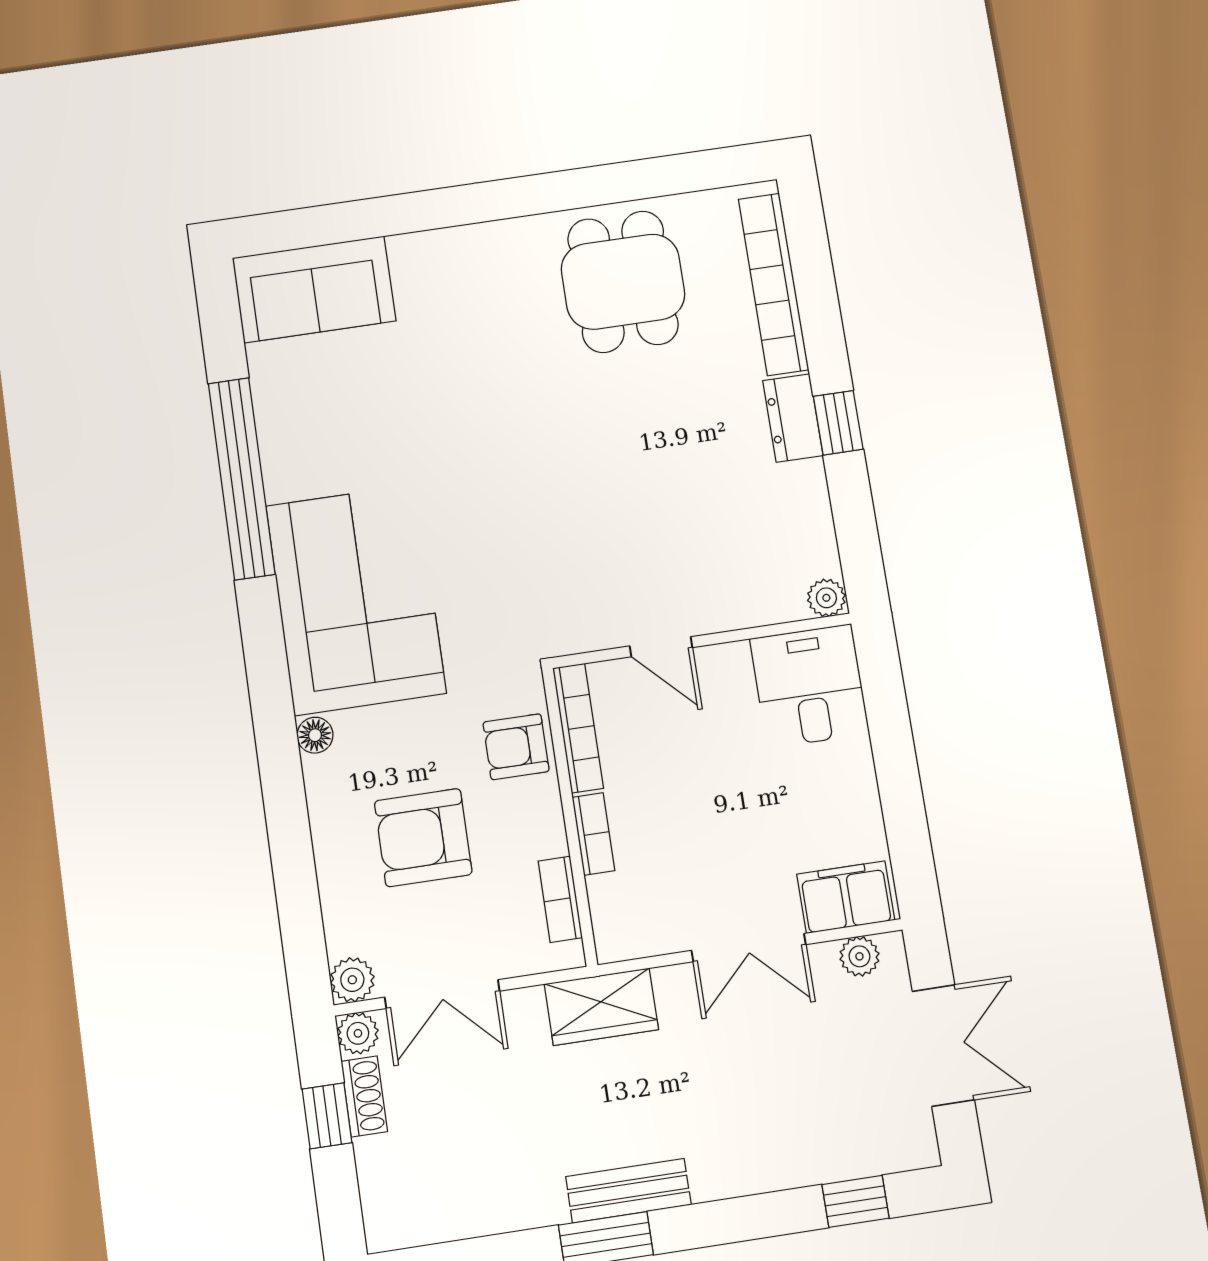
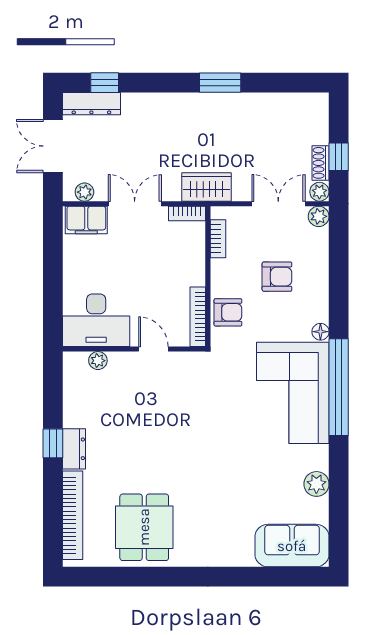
plant: (281, 420) -> (316, 484), added
window: (242, 478) -> (339, 387), moved
plant: (826, 598) -> (98, 361), moved
desk: (809, 686) -> (96, 320), width x1.37
bookcase: (593, 834) -> (187, 213), moved, turned -90
armchair: (423, 838) -> (277, 277), width x0.72, depth x0.72
dresser: (876, 1151) -> (91, 104), added
bench: (628, 1191) -> (207, 103), removed

